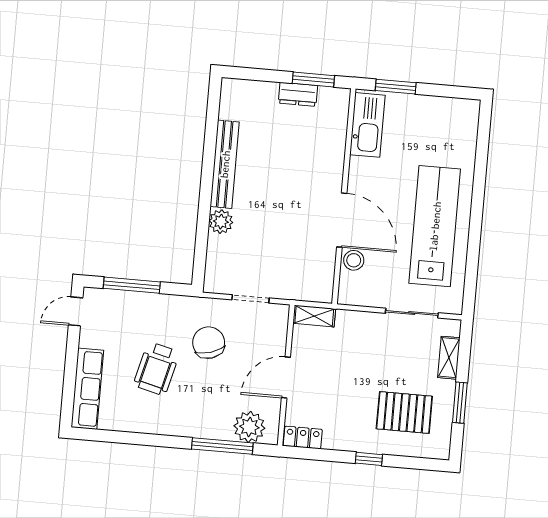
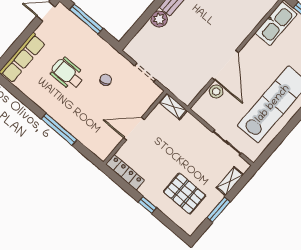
chair: (209, 343) -> (106, 80), width x0.54, depth x0.54
wheelchair: (157, 369) -> (67, 74), turned 76
plant: (249, 427) -> (95, 141), removed
locker: (303, 438) -> (125, 172), width x1.53
window: (222, 446) -> (59, 129), moved

